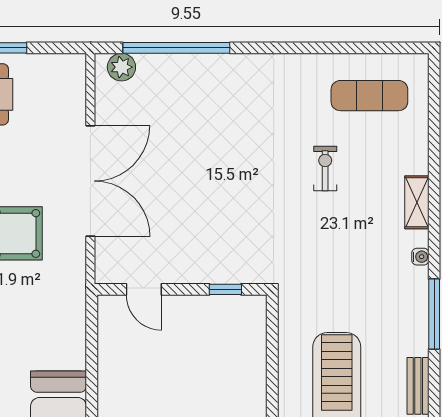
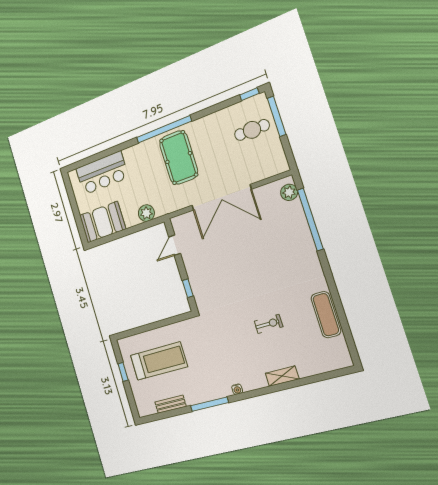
exercise mat: (369, 96) -> (326, 315), moved
shelving: (417, 202) -> (282, 376), moved
plant: (71, 323) -> (146, 213), added

